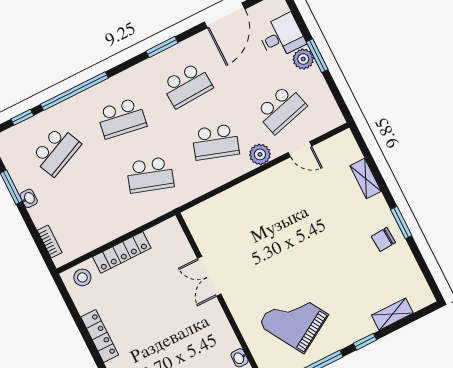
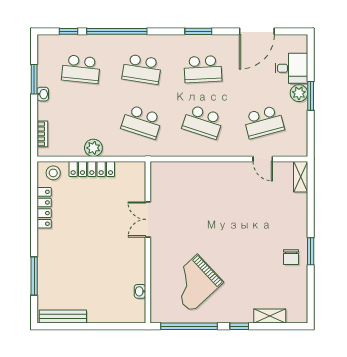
school desk: (56, 151) -> (81, 69), turned 30
plant: (260, 154) -> (93, 148), moved
shelving: (366, 179) -> (301, 177), moved
chair: (383, 239) -> (291, 257), turned -86
grand piano: (293, 320) -> (194, 283), turned -102
locker: (100, 336) -> (44, 208), moved

